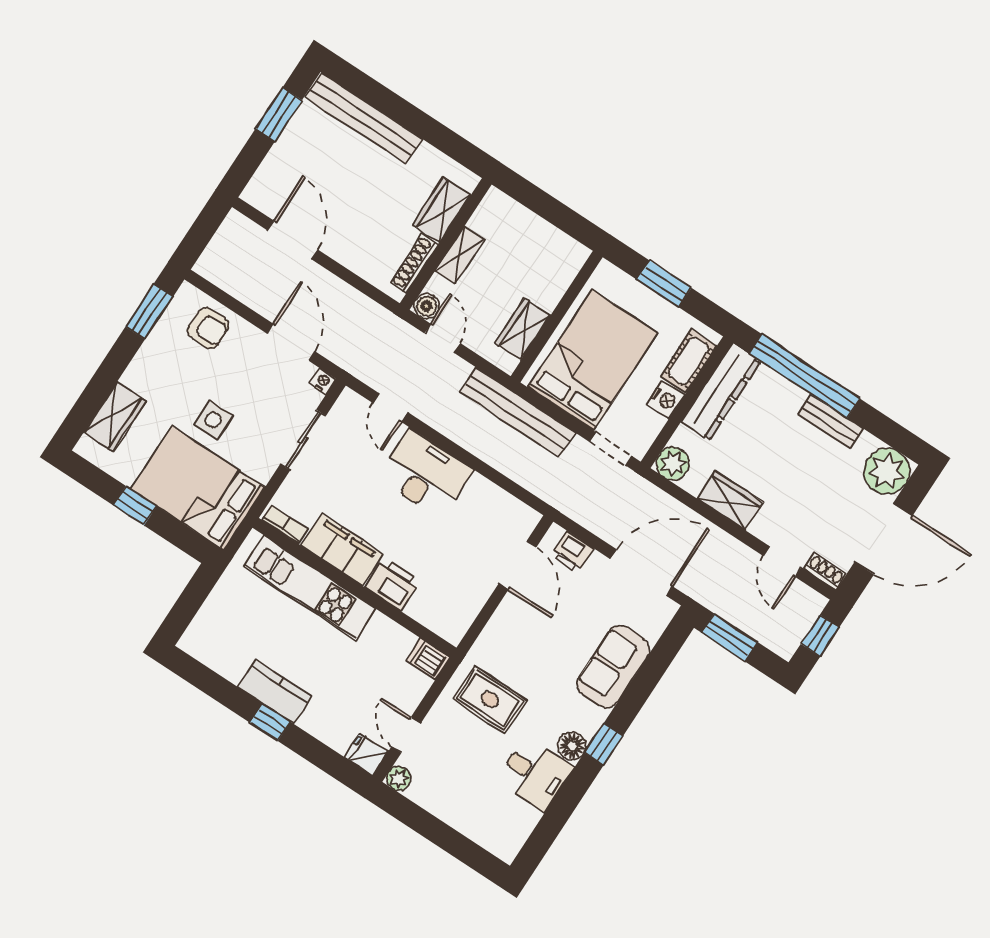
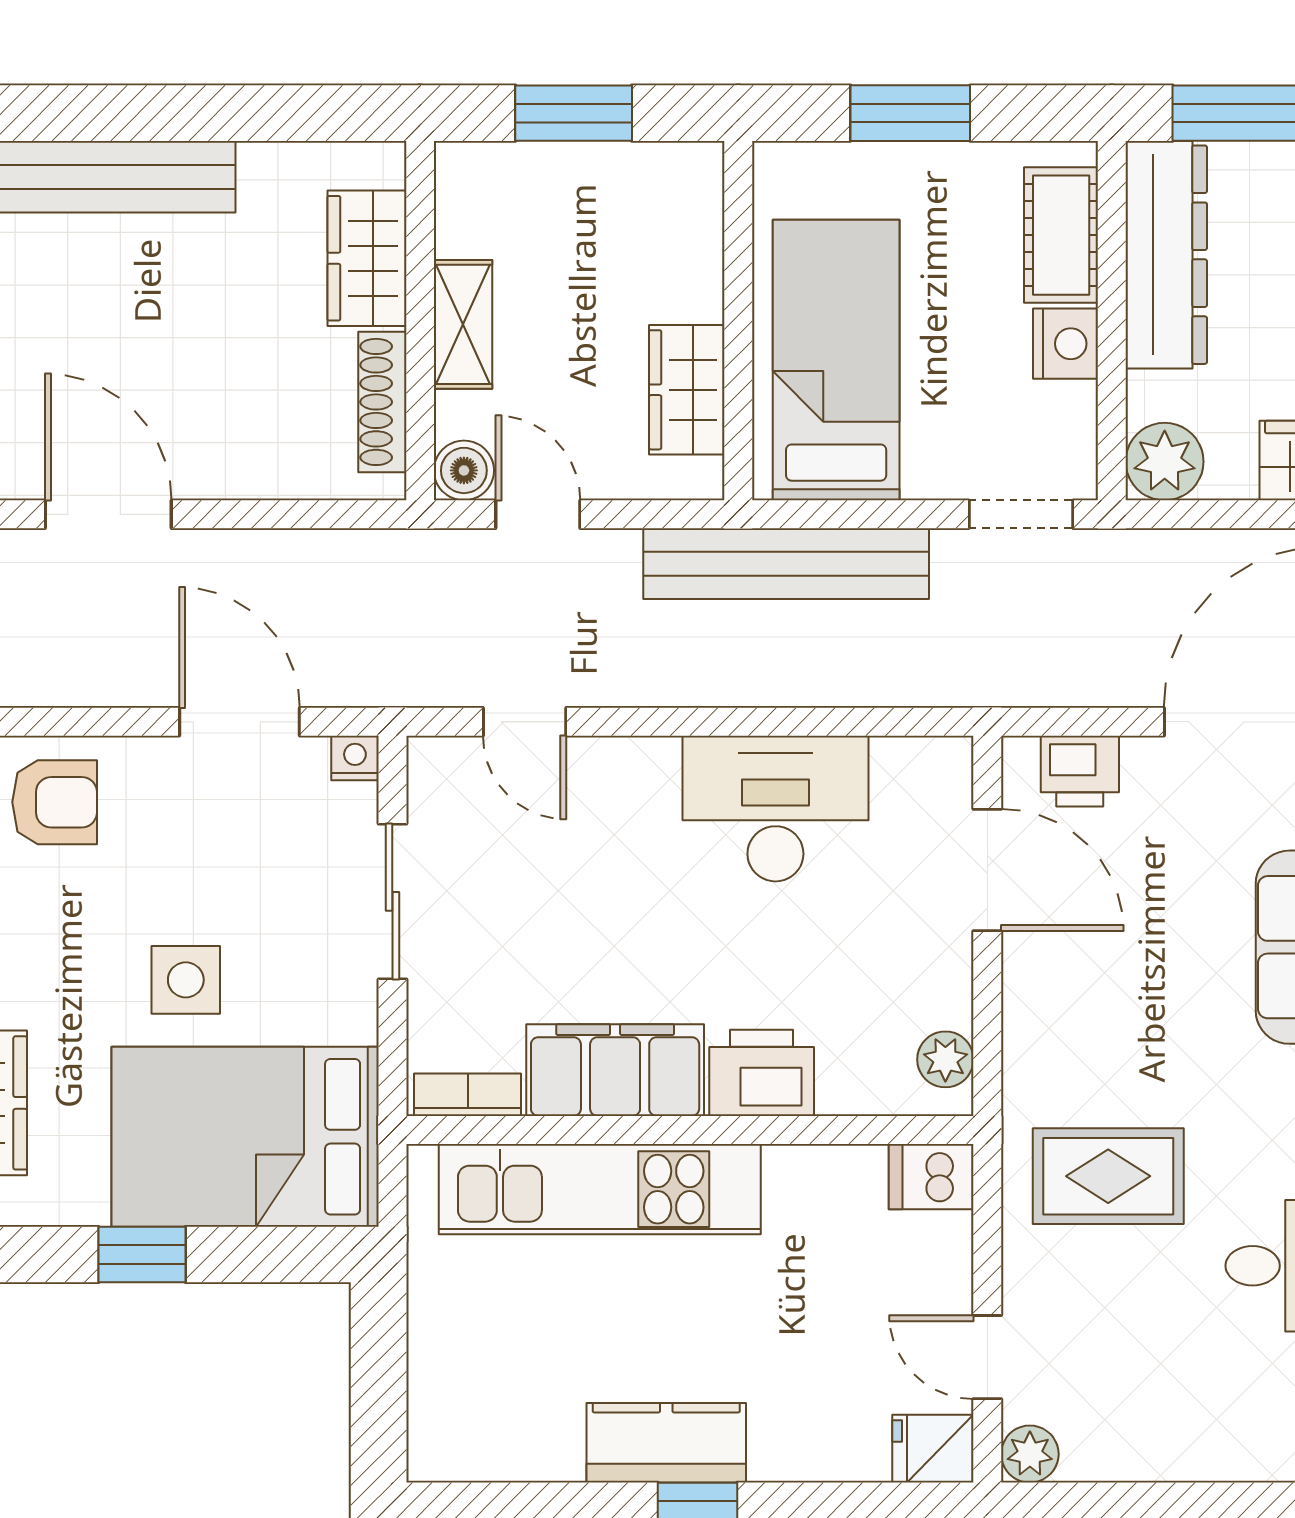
window: (547, 207) -> (574, 113), added
bed: (593, 360) -> (836, 360), width x0.67
desk: (425, 474) -> (775, 809), moved
plant: (460, 622) -> (945, 1059), added

